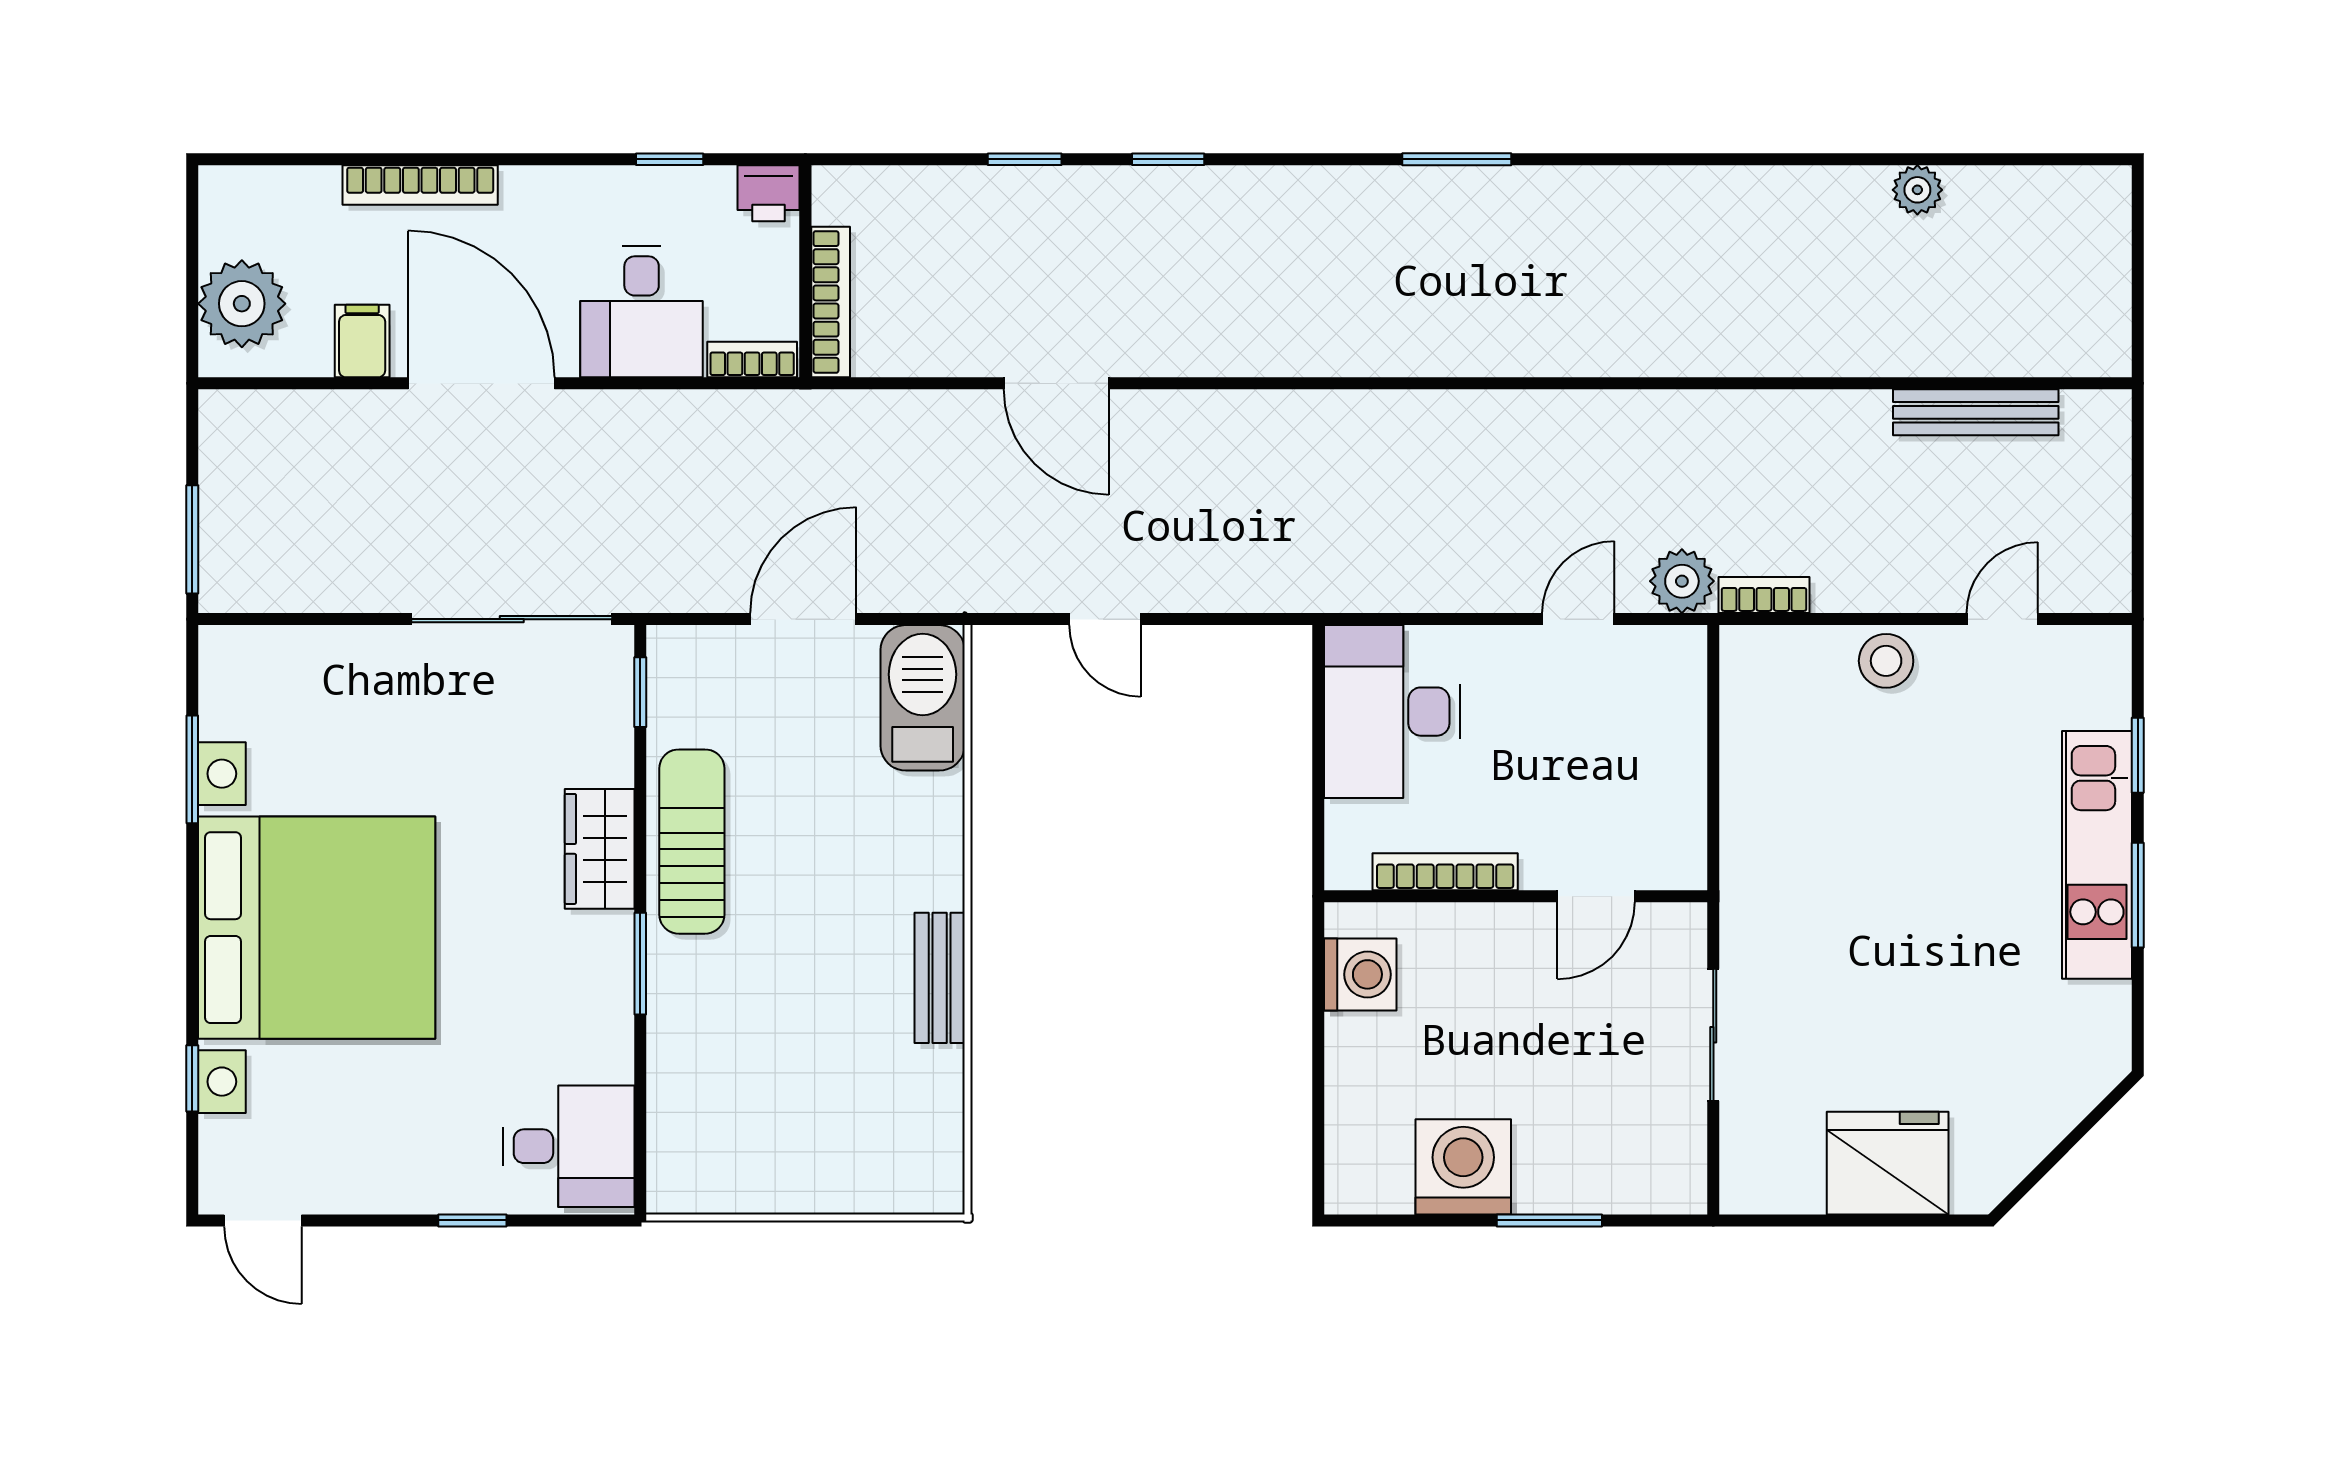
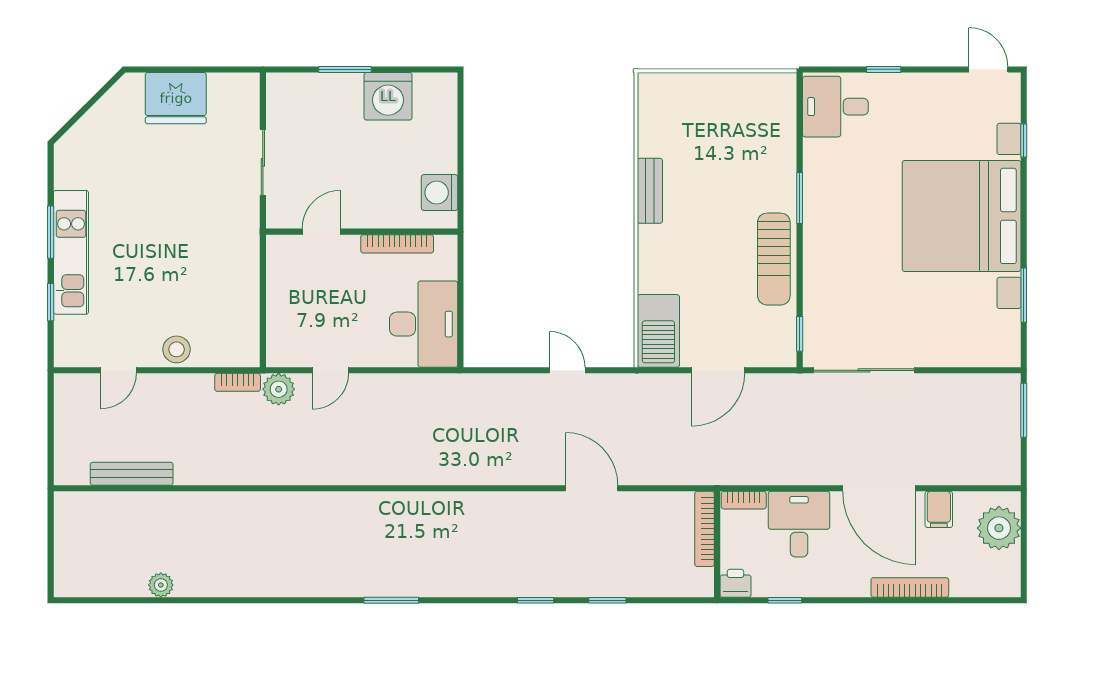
wardrobe: (600, 849) -> (820, 255), removed

